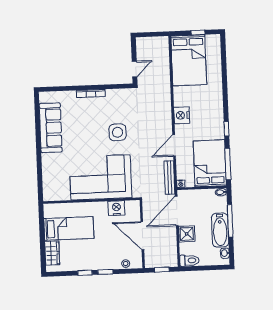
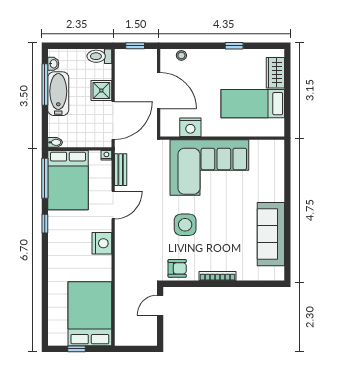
armchair: (122, 98) -> (177, 268), added
bench: (169, 178) -> (121, 170), width x0.73
window: (230, 221) -> (45, 84), moved
window: (105, 272) -> (208, 46), removed

